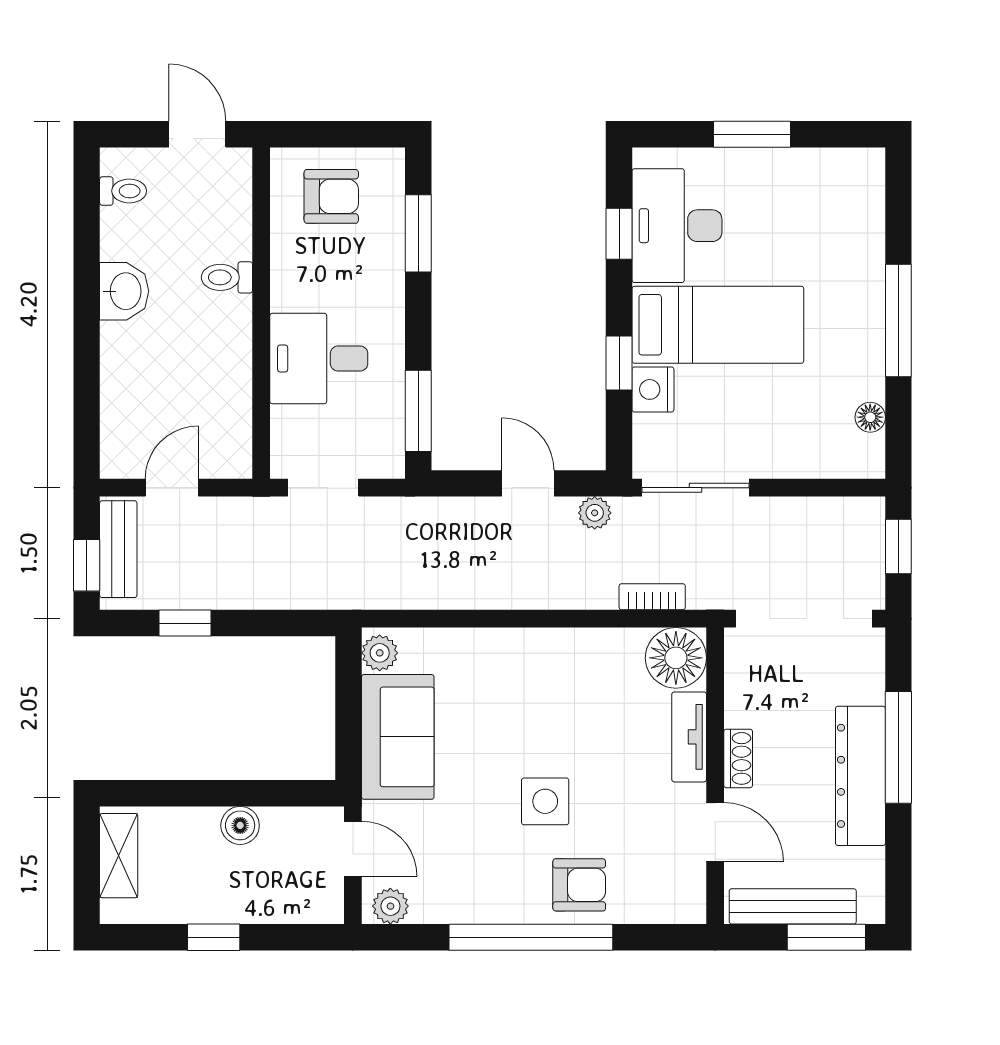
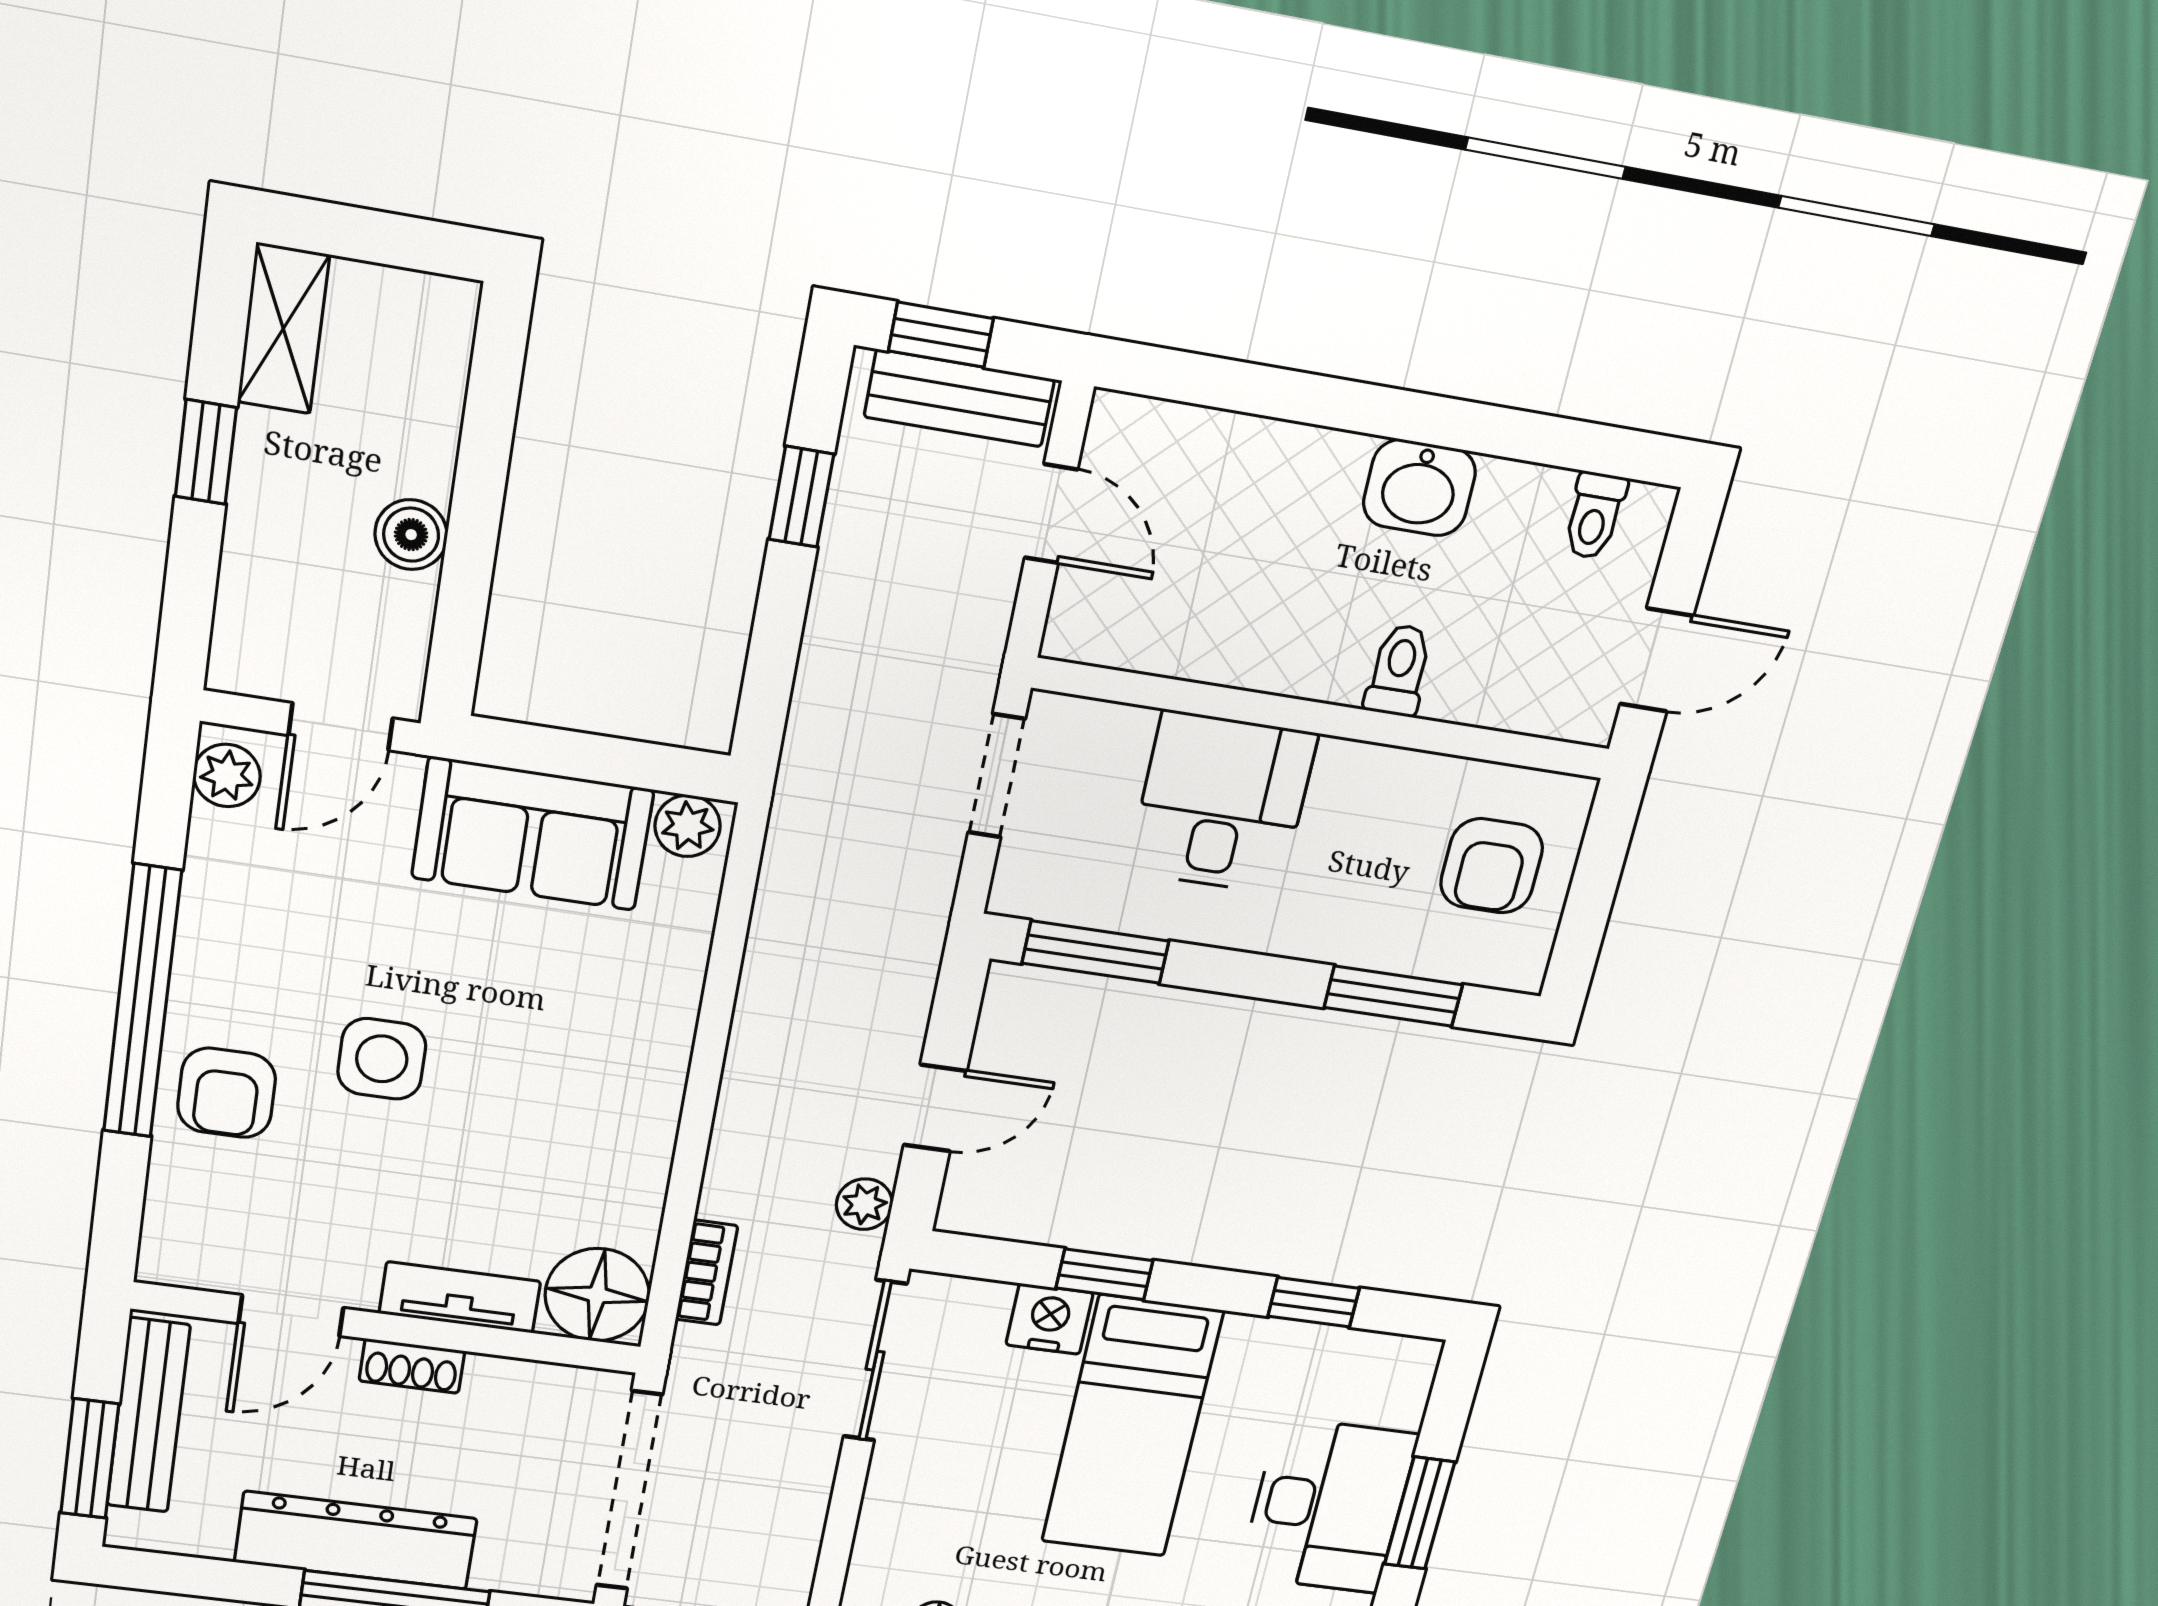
desk: (677, 226) -> (1328, 1506), moved, turned 90
shelving: (119, 856) -> (283, 329), moved, turned 90

